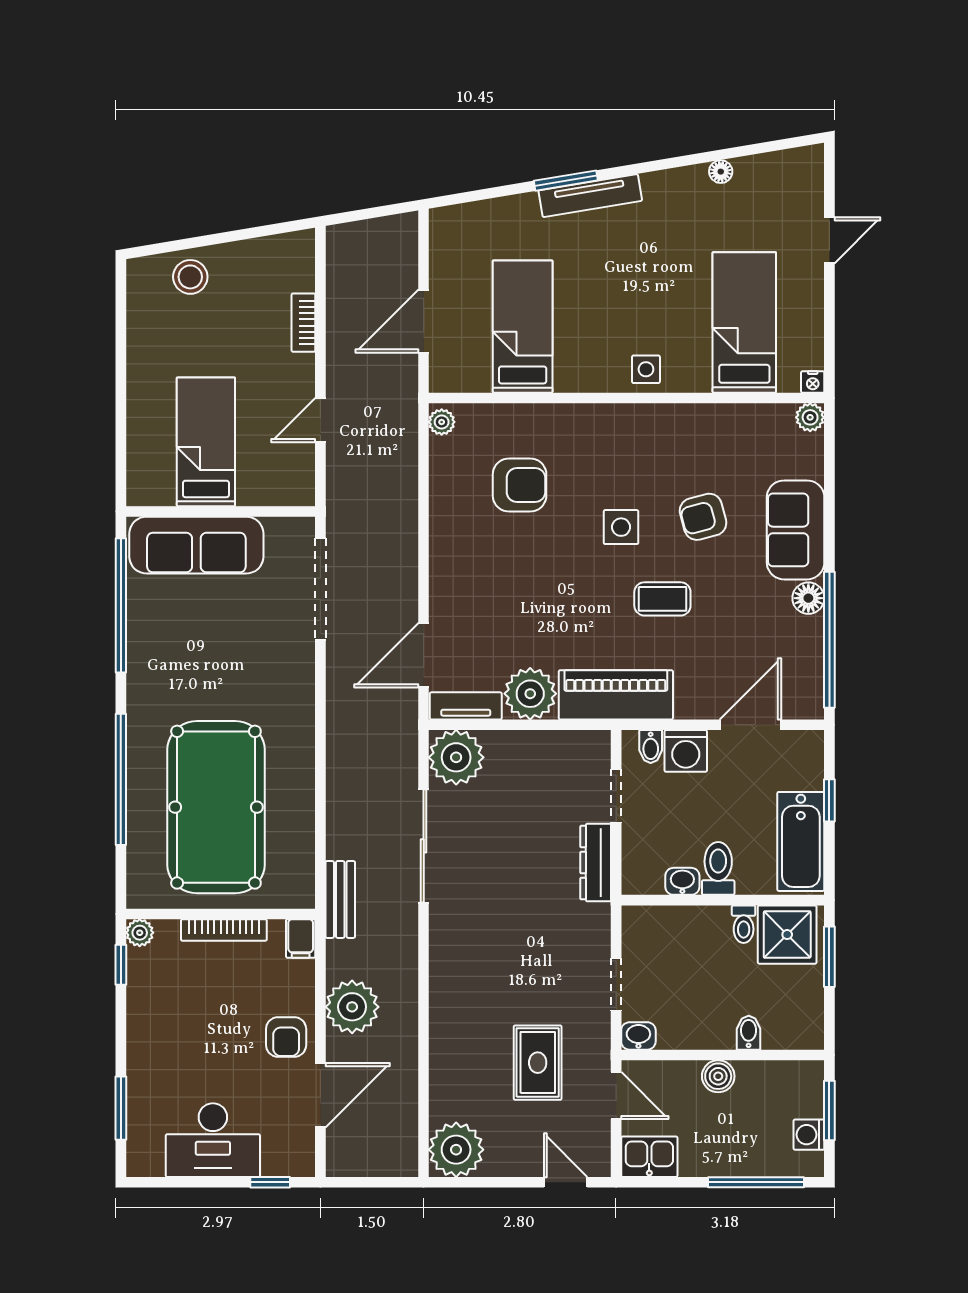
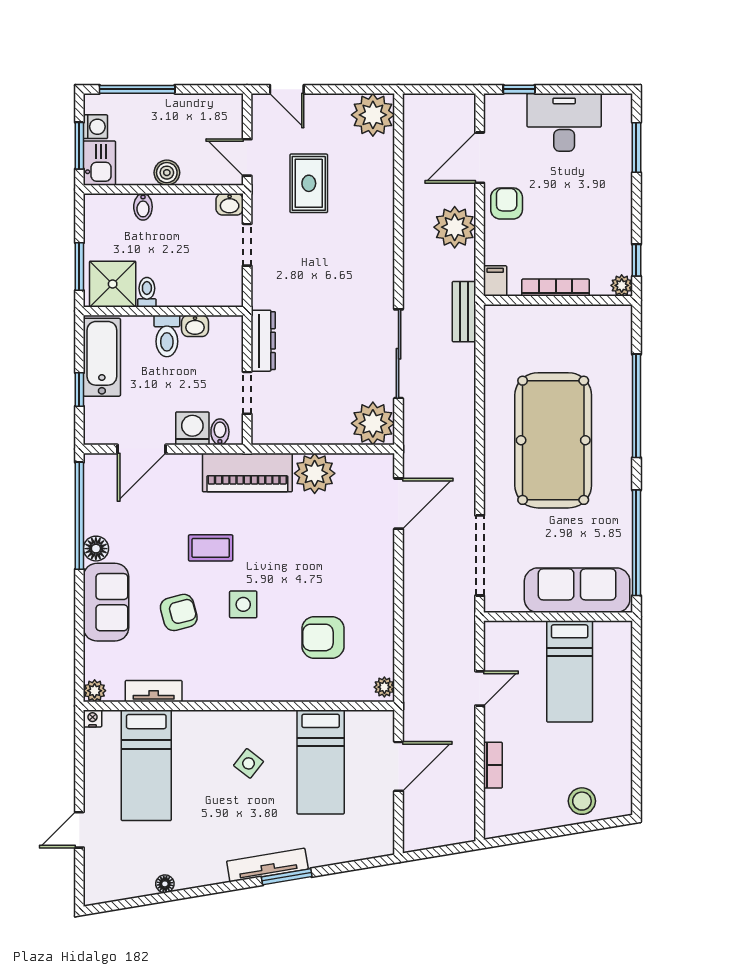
side table: (646, 369) -> (249, 763), moved, turned 38
tv unit: (466, 706) -> (154, 691), moved, turned 180
pool table: (216, 807) -> (553, 440), moved
kitchen sink: (649, 1157) -> (99, 163), moved, turned -90

